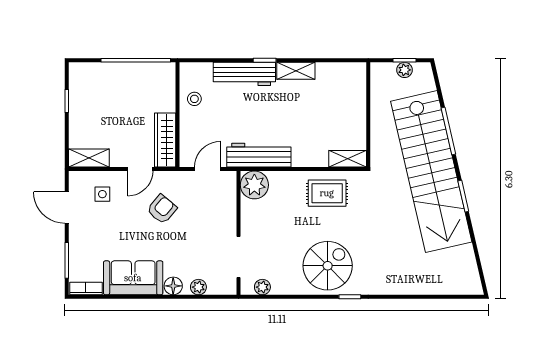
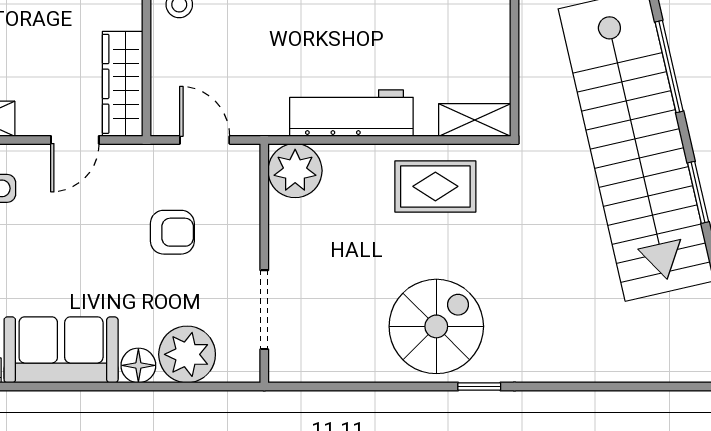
workbench: (259, 155) -> (351, 113), moved
door: (208, 169) -> (205, 140), hinge flipped
armchair: (162, 209) -> (172, 232), moved, turned 50
plant: (198, 287) -> (187, 354), width x1.88, depth x1.88
plant: (262, 287) -> (310, 368), removed

